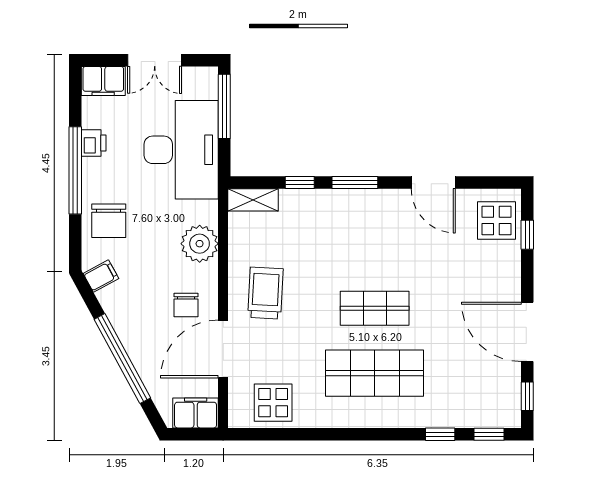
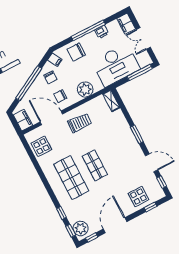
window: (300, 182) -> (162, 182), moved
door: (433, 182) -> (152, 163), swing flipped
display table: (496, 220) -> (138, 197), moved
chair: (134, 305) -> (50, 77), added
plant: (495, 410) -> (81, 228), added

